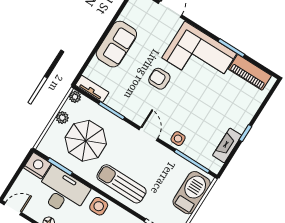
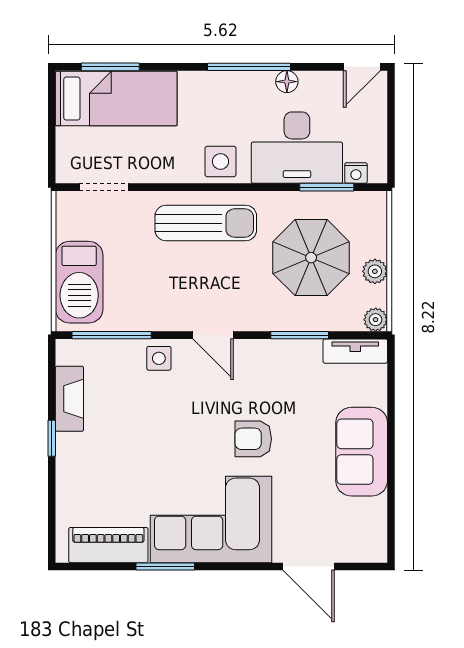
armchair: (159, 79) -> (253, 439), turned 180
nightstand: (37, 166) -> (356, 173), width x0.53, depth x0.56

